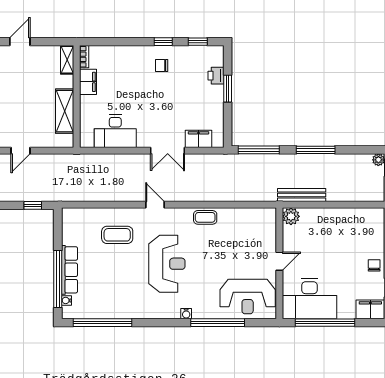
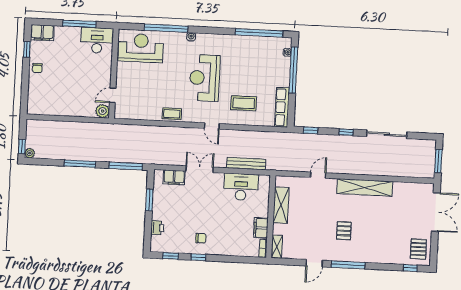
window: (228, 89) -> (149, 200), moved
bench: (302, 195) -> (246, 164), moved
door: (279, 261) -> (113, 95), moved
row of seats: (69, 270) -> (282, 107), moved
desk: (309, 299) -> (97, 40), width x0.73, depth x0.77
window: (325, 323) -> (79, 24), width x0.68

